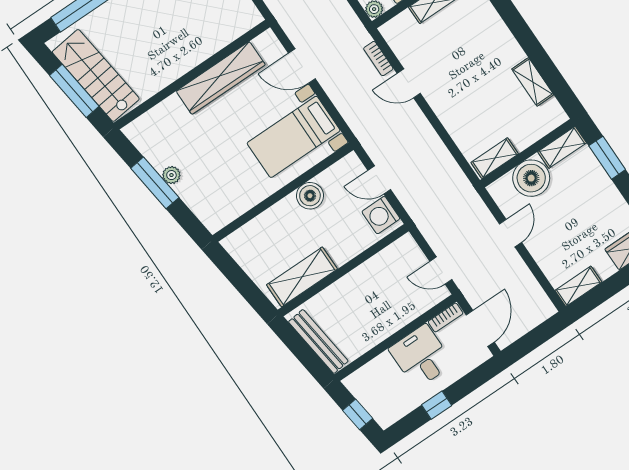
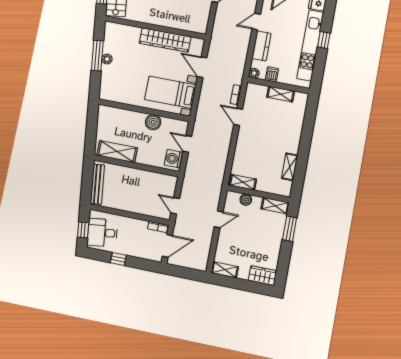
boiler: (531, 178) -> (246, 200), width x0.54, depth x0.54
desk: (421, 356) -> (102, 233), moved, turned -97

